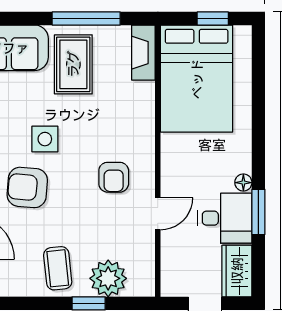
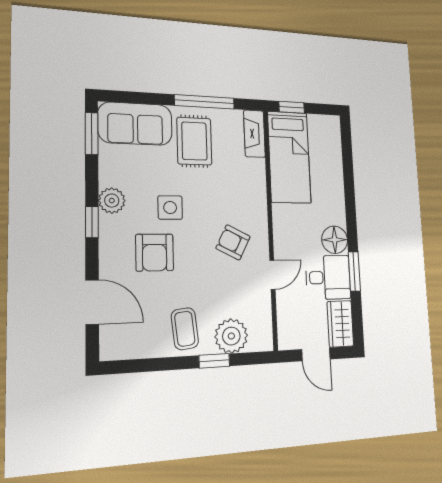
window: (213, 19) -> (292, 107), moved
bed: (197, 79) -> (289, 157), width x0.67
armchair: (114, 177) -> (233, 242), turned 117
floor lamp: (243, 183) -> (335, 240), width x1.89, depth x1.89
armchair: (27, 187) -> (155, 253), turned -95

